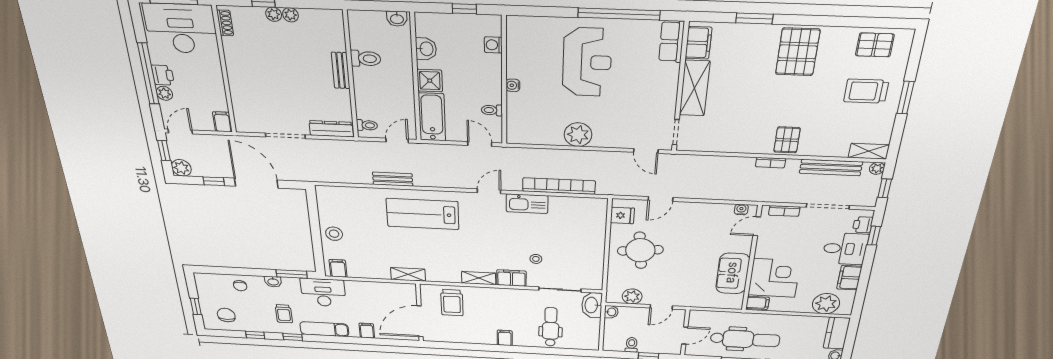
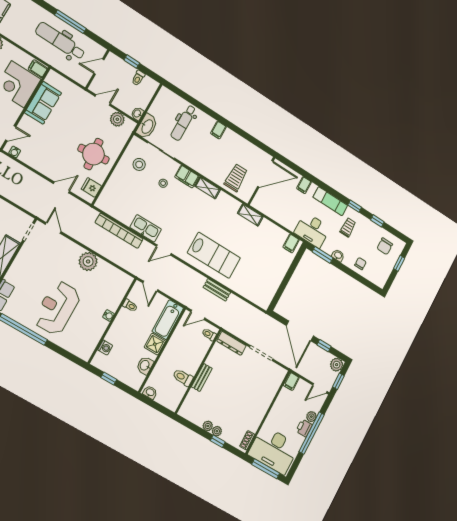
stool: (334, 234) -> (139, 164), moved

